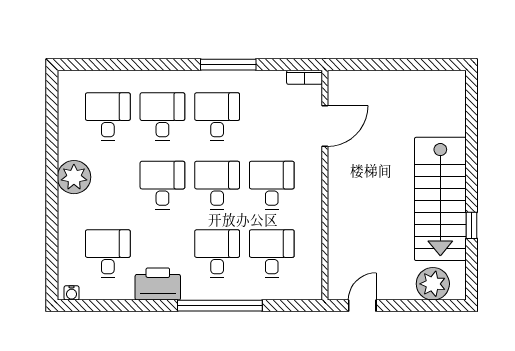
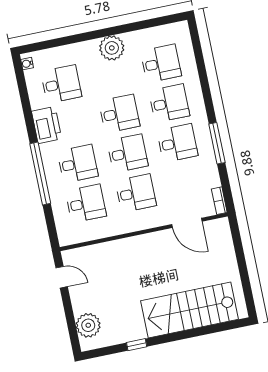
stairs: (440, 199) -> (189, 310), moved

